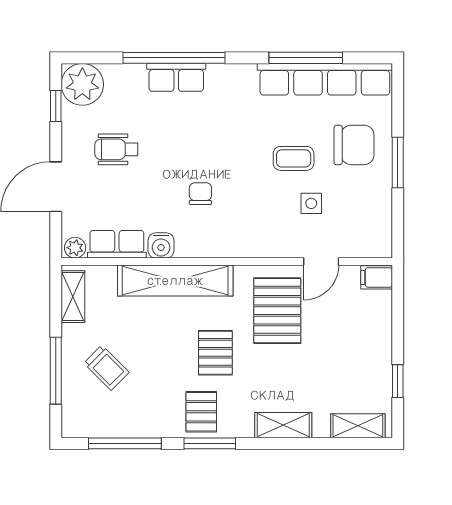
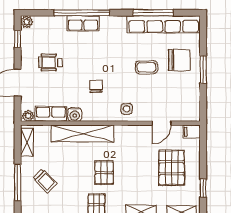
plant: (82, 84) -> (27, 22), width x0.53, depth x0.53
side table: (311, 203) -> (127, 109), moved
pallet: (277, 311) -> (172, 168), moved

